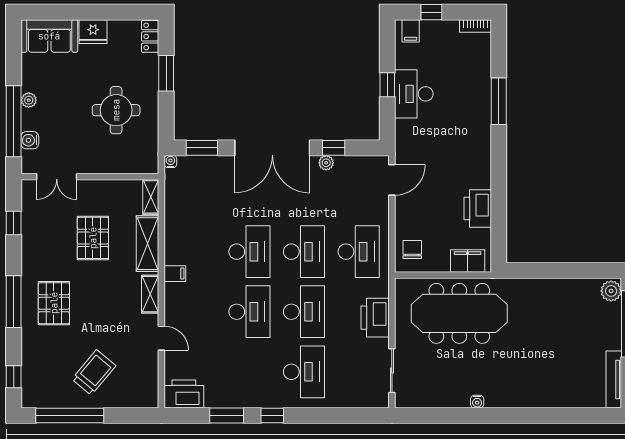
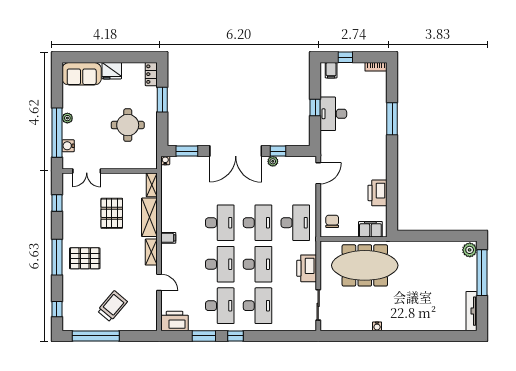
pallet: (54, 303) -> (85, 258), turned 90
desk: (249, 372) -> (220, 306), added

